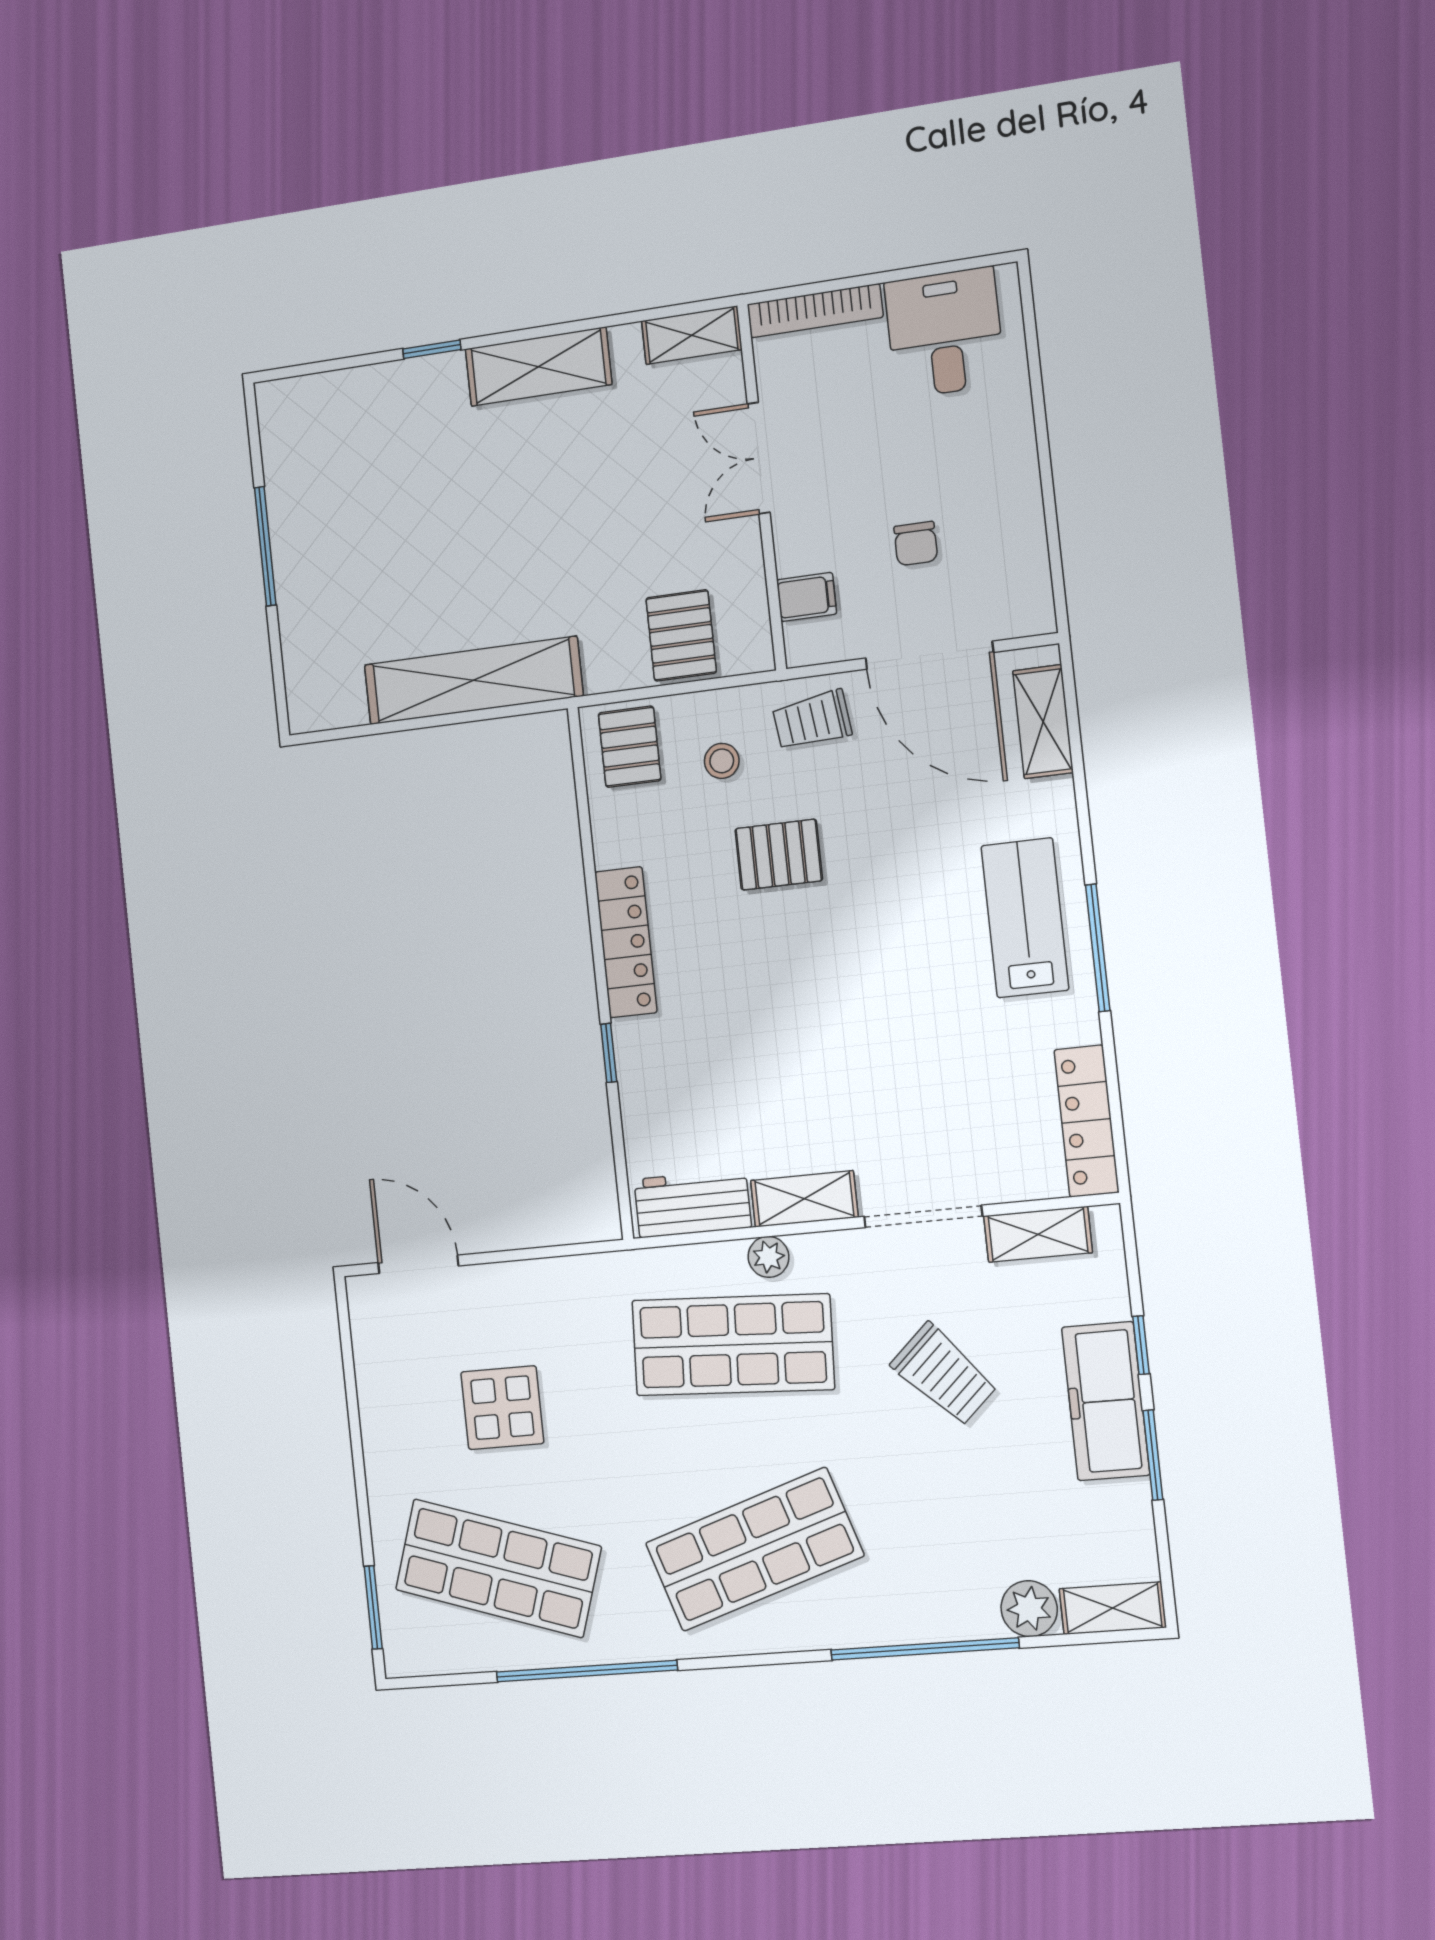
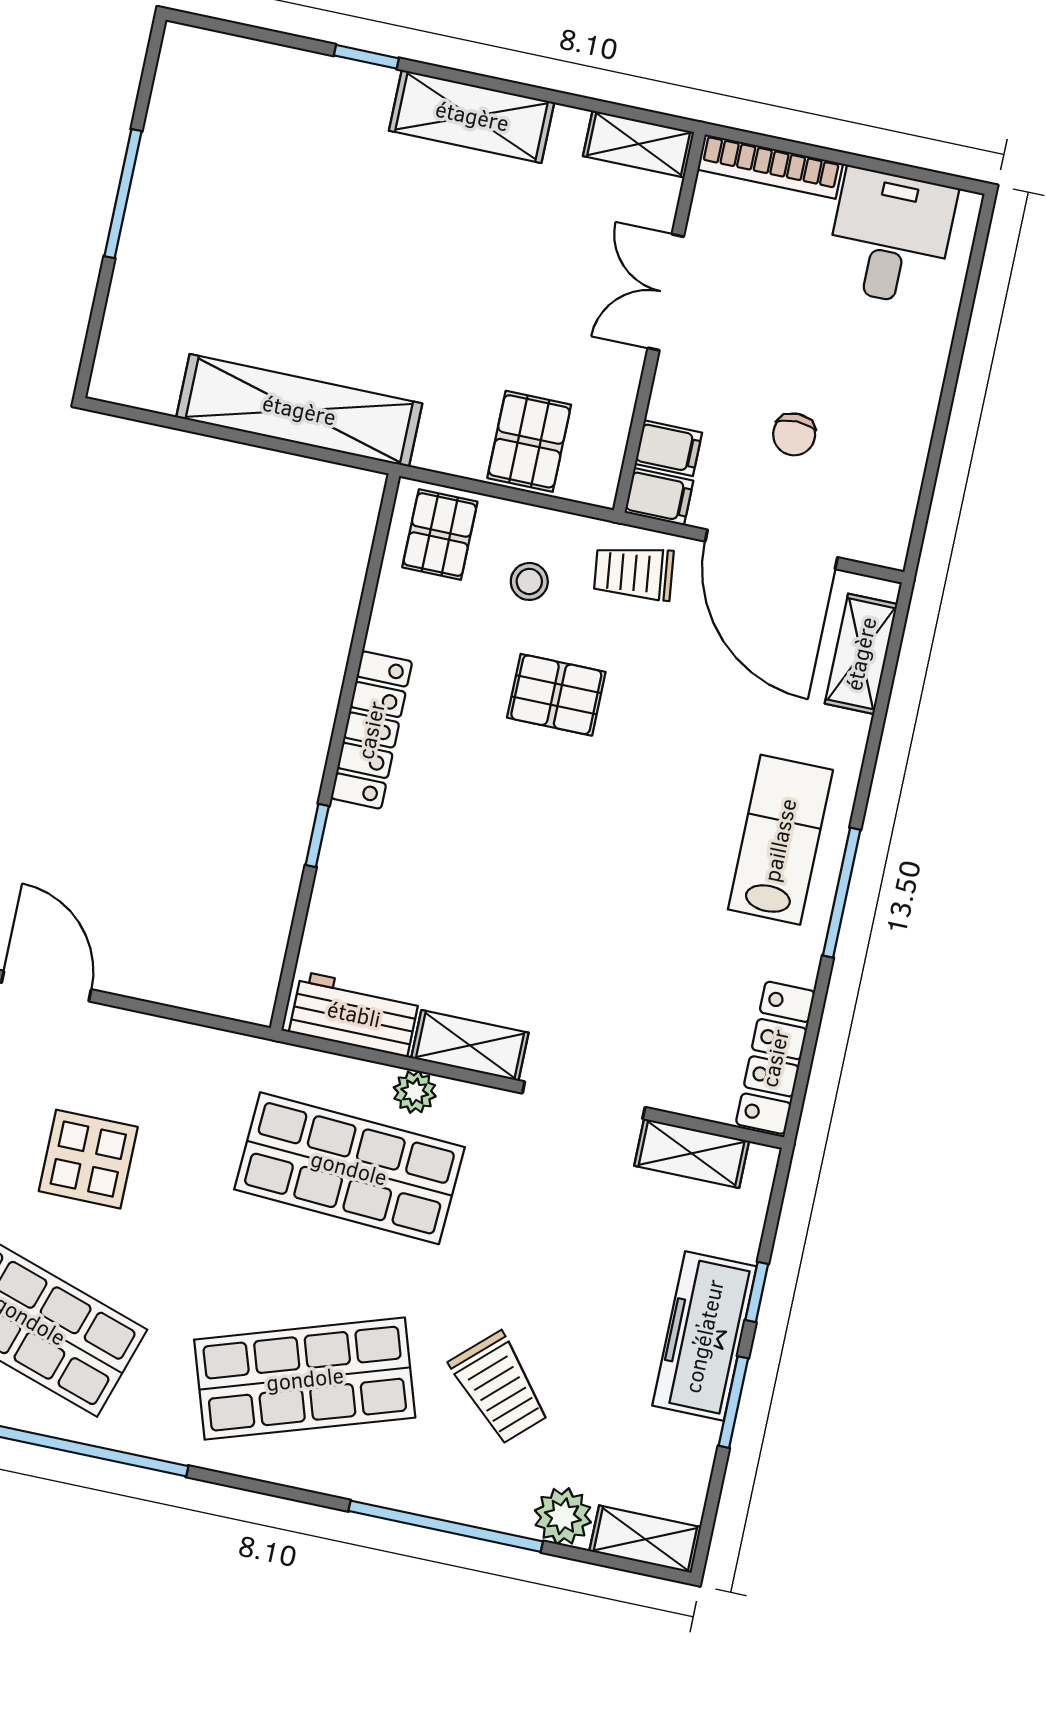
filing cabinet: (812, 644) -> (659, 497), added
trolley: (944, 1374) -> (500, 1388), moved

